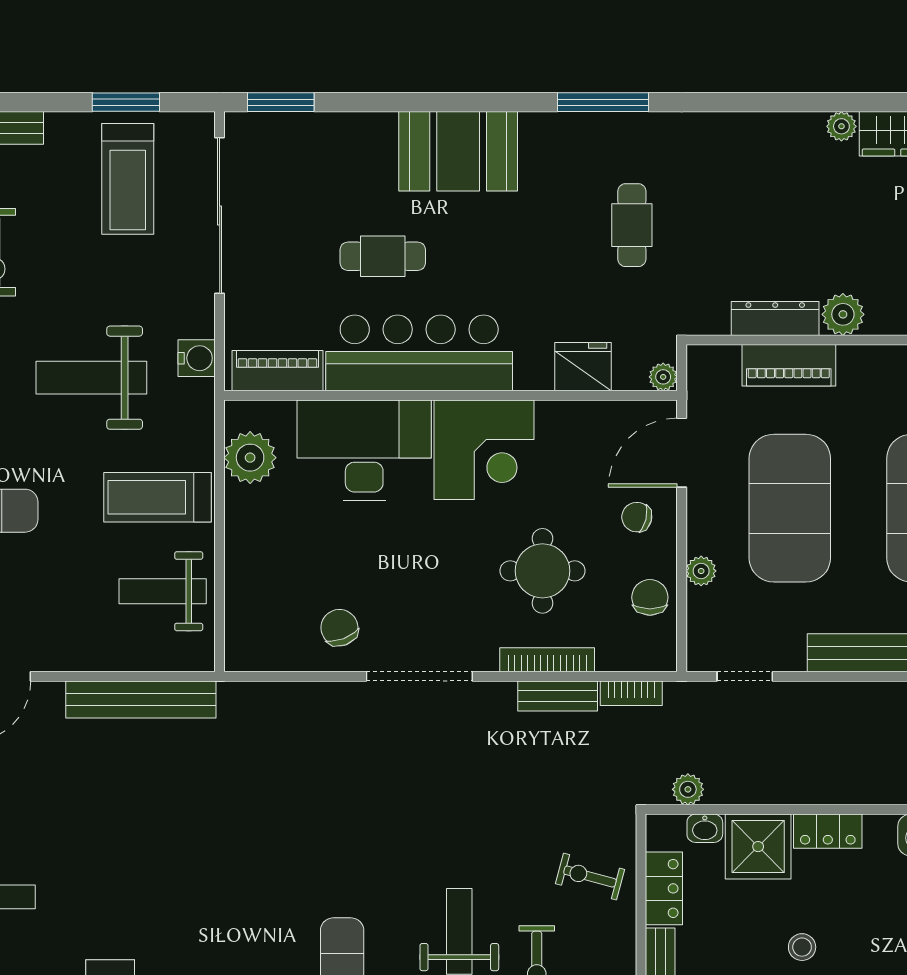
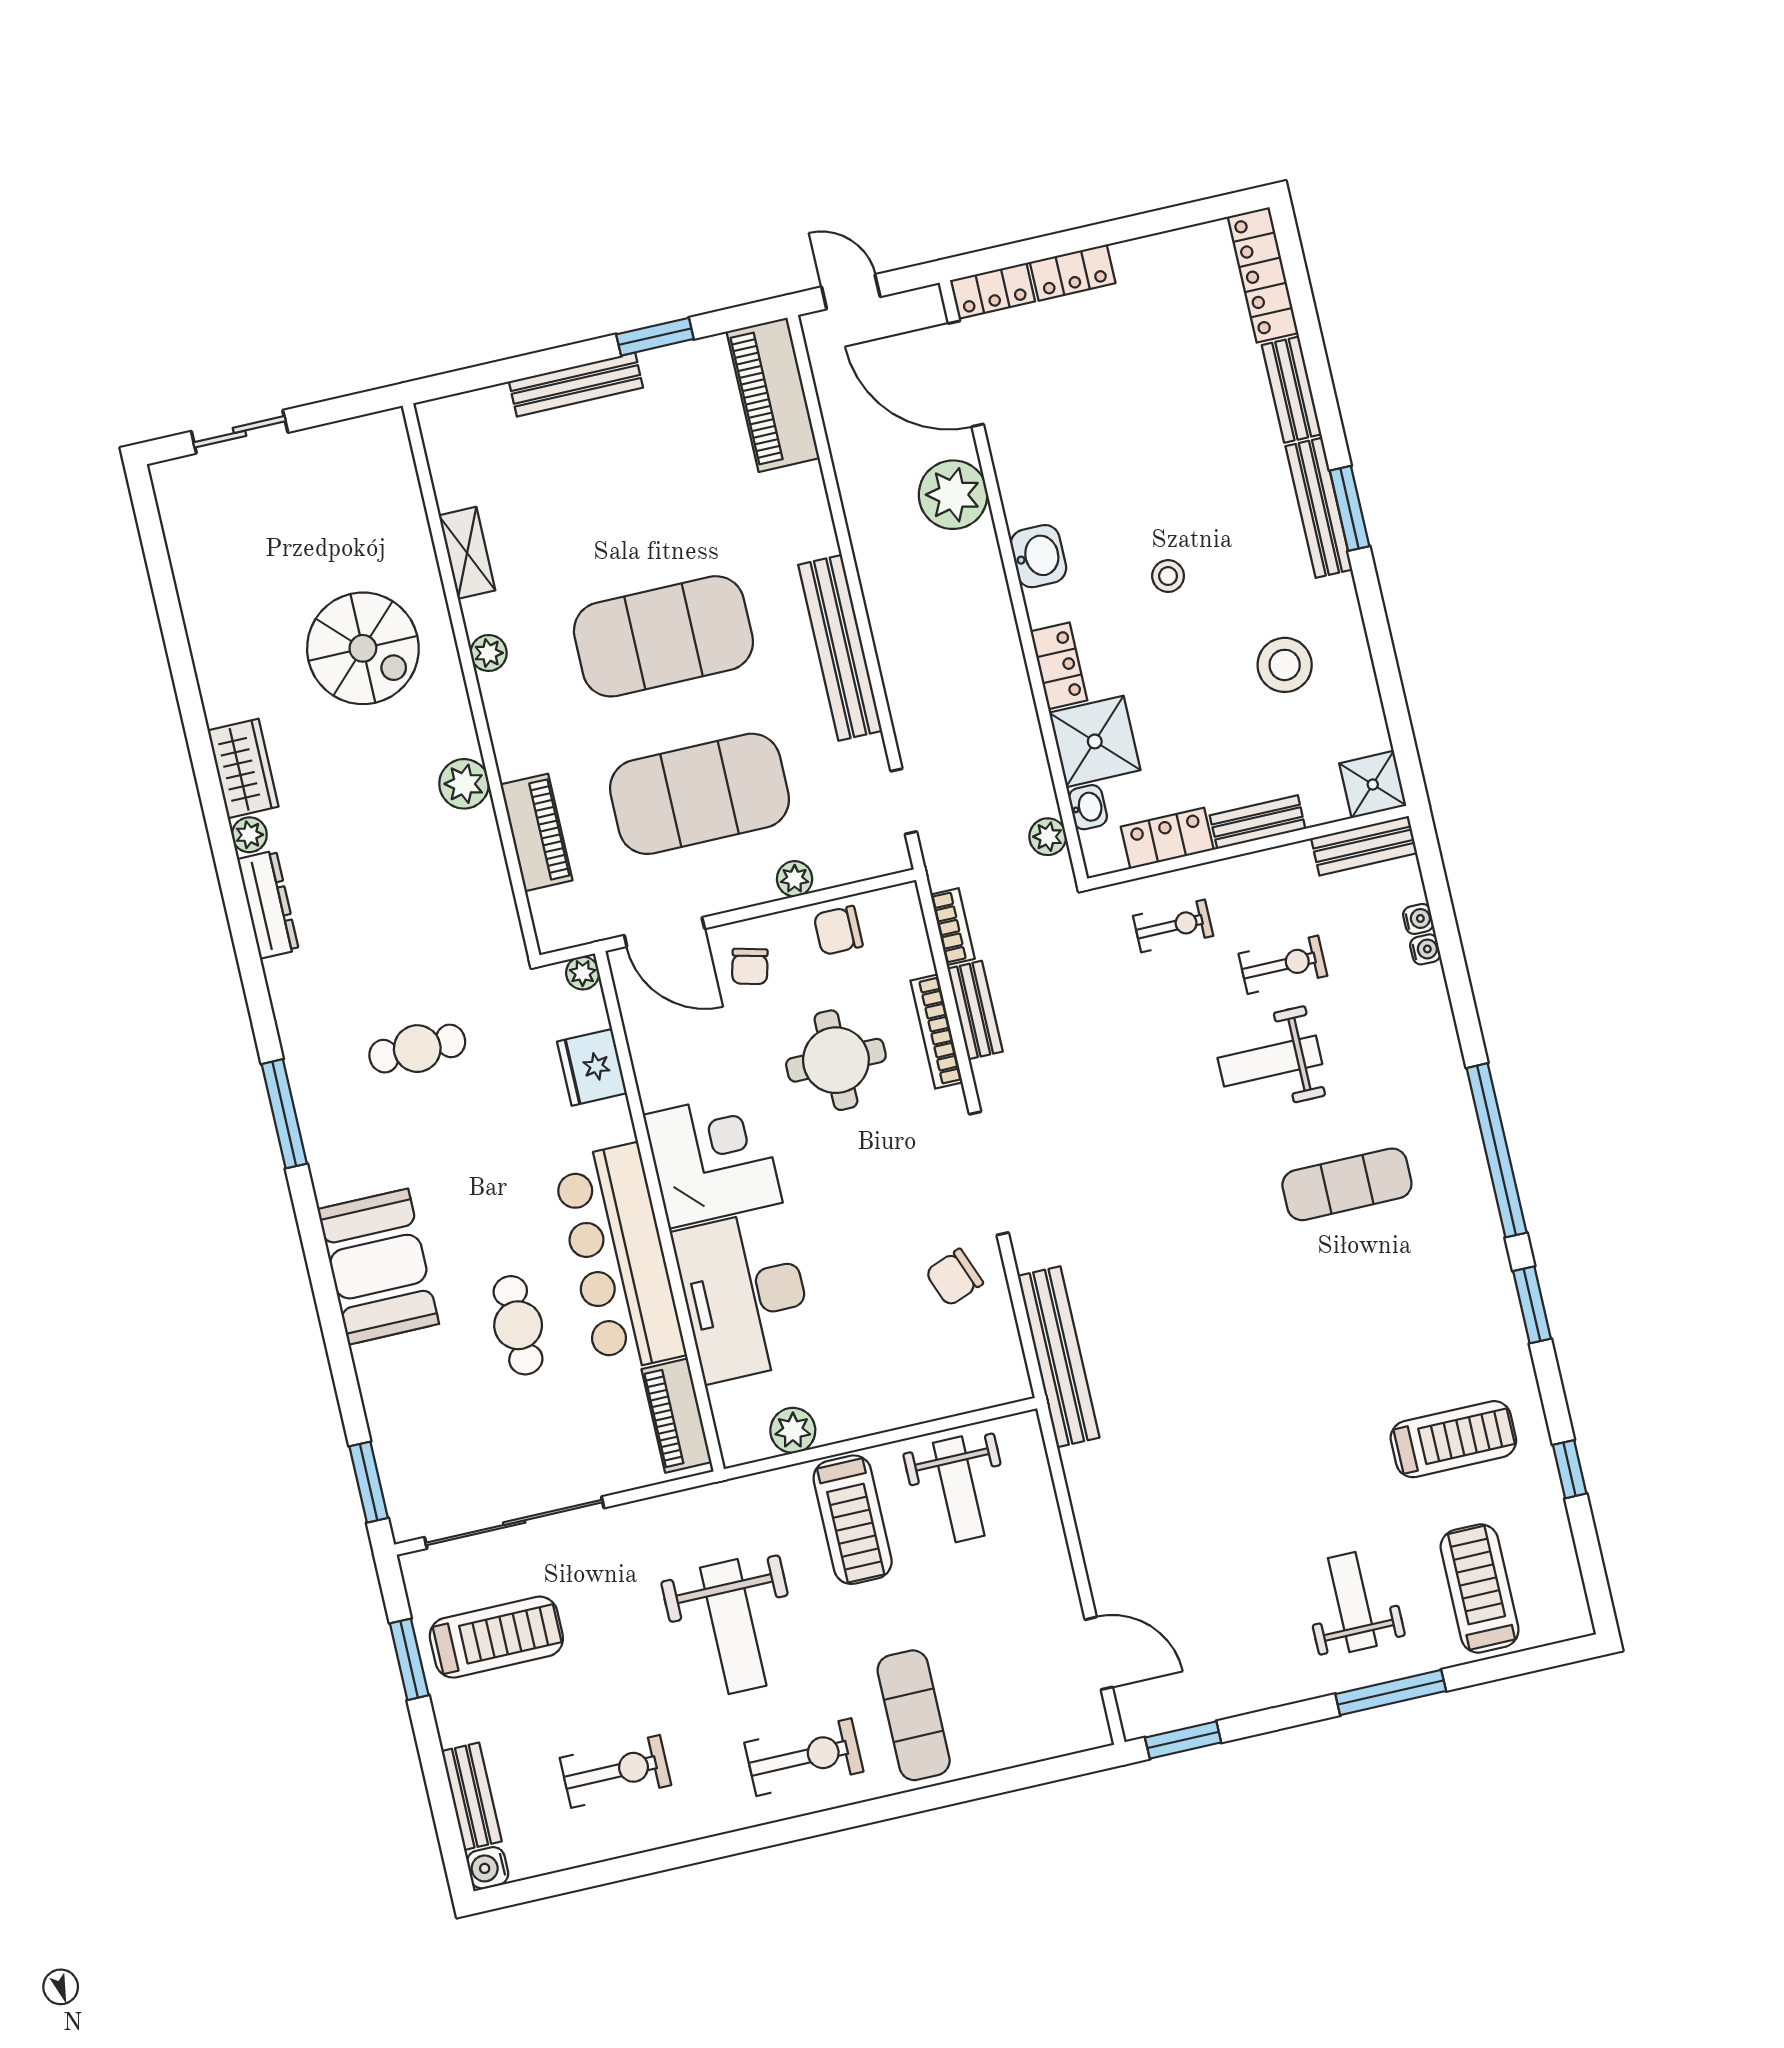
dresser: (775, 318) -> (268, 904), moved, turned 180
water cooler: (197, 358) -> (683, 1511), removed
plant: (250, 458) -> (793, 1430), width x0.73, depth x0.73
bench: (141, 699) -> (1059, 1357), moved
exercise bike: (590, 877) -> (1173, 926), turned -105
stool: (802, 947) -> (1168, 576), moved

